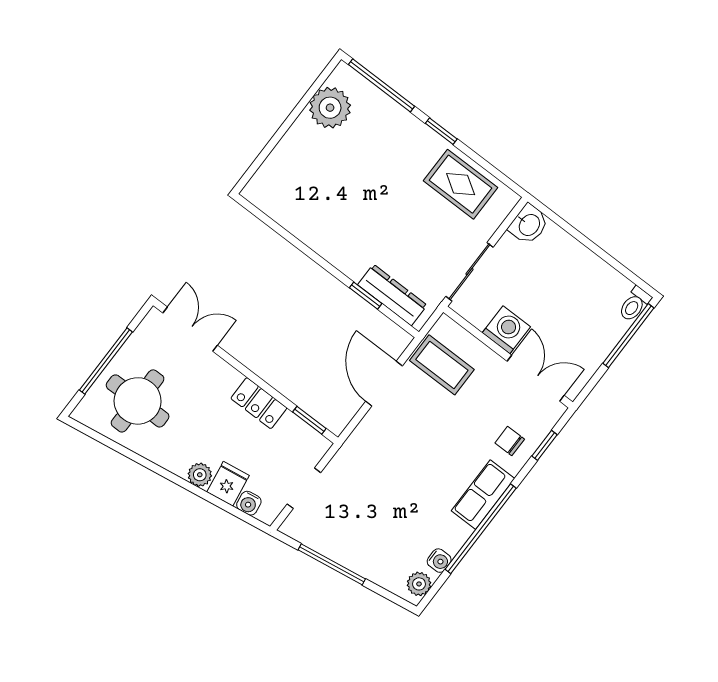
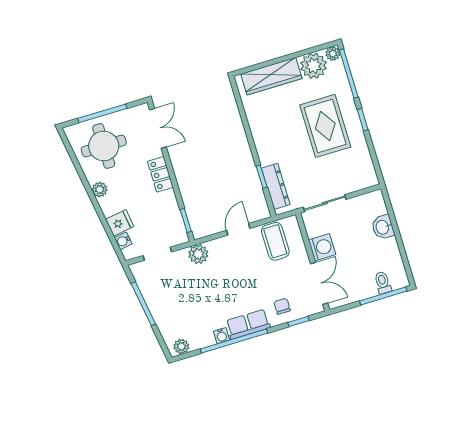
plant: (343, 75) -> (333, 54), added
wardrobe: (286, 159) -> (271, 76), added
rug: (461, 184) -> (325, 126), moved, width x1.36, depth x1.43
washbasin: (529, 224) -> (383, 227), moved, turned 90
toilet: (634, 304) -> (383, 283), moved, turned 90
door: (384, 384) -> (238, 229), width x0.73
locker: (259, 403) -> (160, 174), moved
plant: (356, 451) -> (198, 254), added
plant: (200, 475) -> (100, 190), moved
water cooler: (439, 561) -> (222, 336), moved

